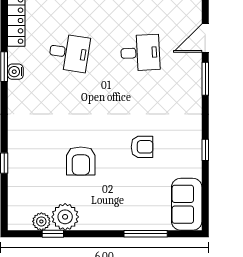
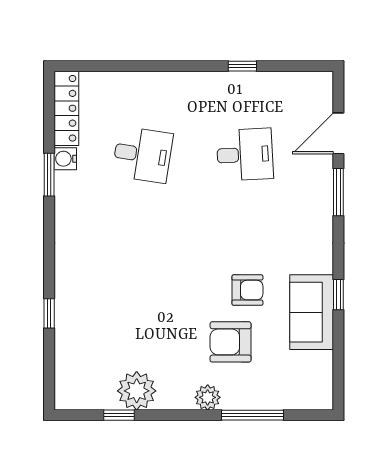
water cooler: (15, 72) -> (65, 159), moved
armchair: (81, 161) -> (231, 342), moved, turned 90
sofa: (187, 204) -> (312, 312), moved
plant: (41, 221) -> (208, 397), moved

